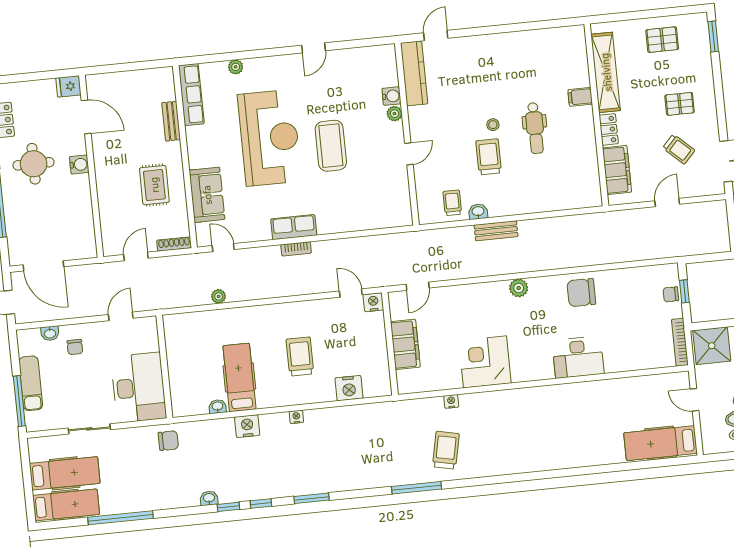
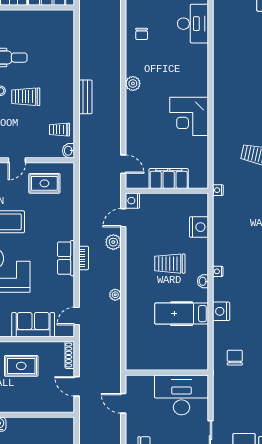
door: (409, 154) -> (17, 160), swing flipped
rug: (384, 191) -> (44, 183), added
washbasin: (478, 212) -> (69, 151), moved
plant: (320, 284) -> (113, 242), added
chair: (581, 293) -> (142, 34), width x0.54, depth x0.54
plant: (219, 296) -> (115, 295), moved
desk: (578, 357) -> (193, 24), moved
nightstand: (451, 401) -> (218, 190), moved
washbasin: (217, 406) -> (203, 281), moved
chair: (168, 441) -> (235, 358), moved

